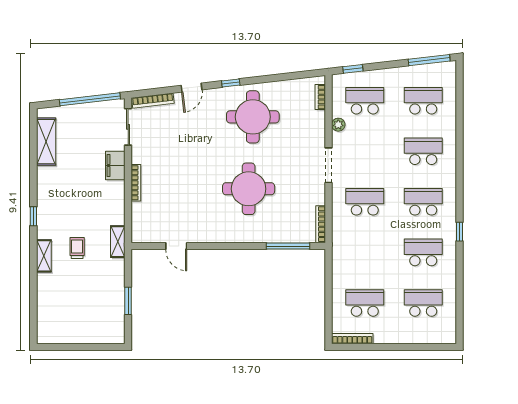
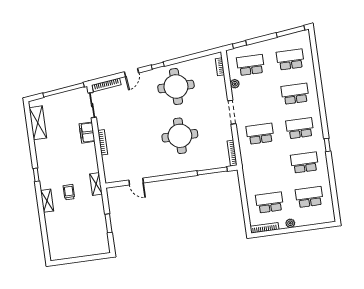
plant: (390, 337) -> (290, 223), added

